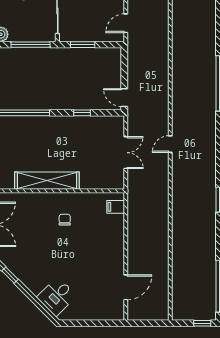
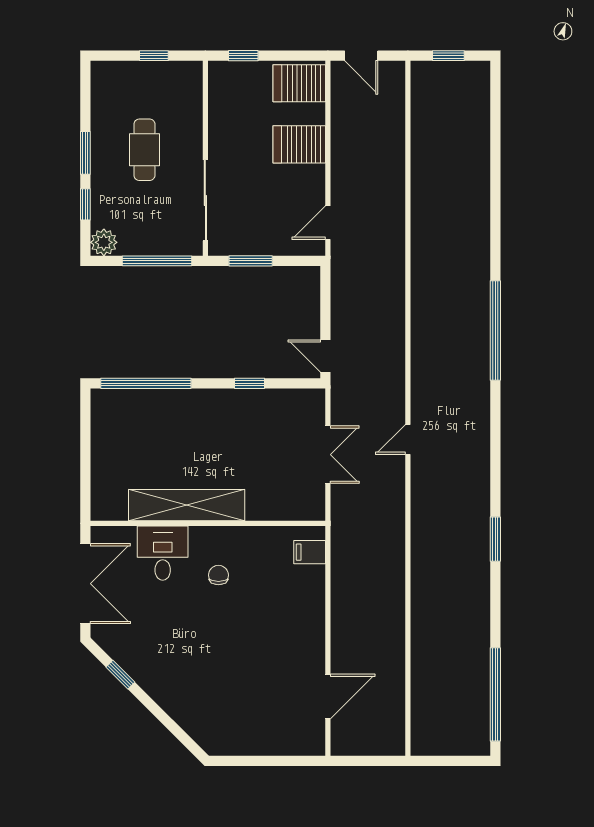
desk: (57, 296) -> (163, 553), moved, turned 135
window: (202, 323) -> (465, 761), removed

